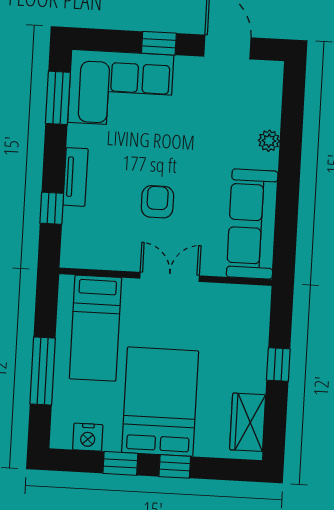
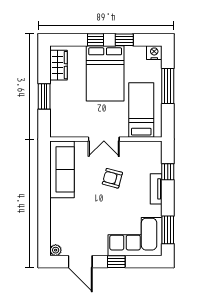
plant: (269, 141) -> (56, 250), moved
armchair: (157, 202) -> (112, 178), turned 105
window: (278, 365) -> (44, 96), width x1.50
nightstand: (88, 437) -> (154, 53), moved

